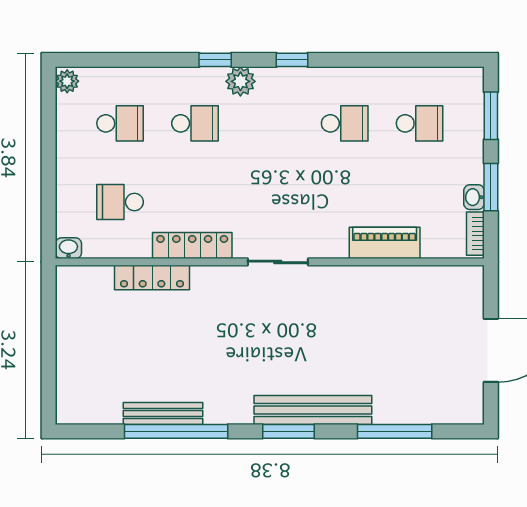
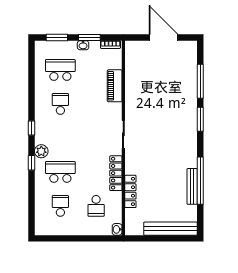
plant: (67, 81) -> (41, 230), removed
school desk: (195, 123) -> (60, 172), width x1.85
school desk: (420, 123) -> (60, 70), width x1.85
washbasin: (474, 197) -> (83, 45), moved
bench: (313, 410) -> (170, 229), moved, turned 90
window: (288, 431) -> (200, 119), moved

